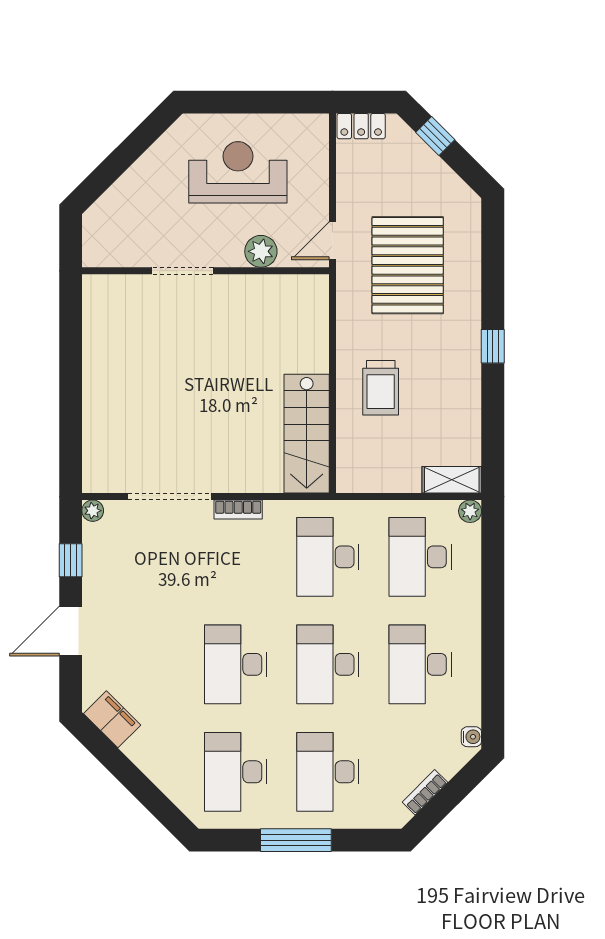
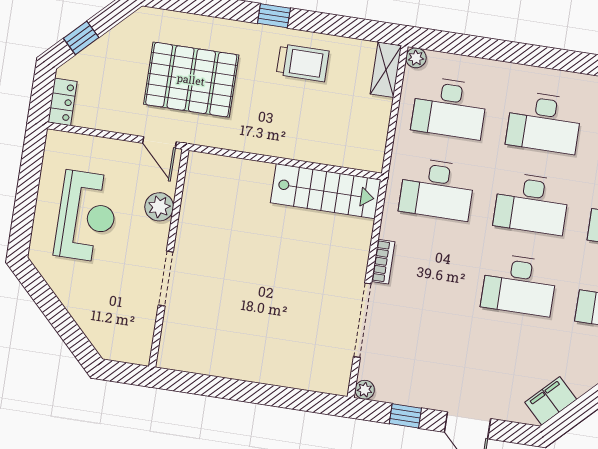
reception desk: (238, 172) -> (87, 216), turned 180
trolley: (381, 388) -> (303, 63), moved

